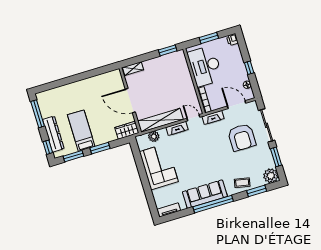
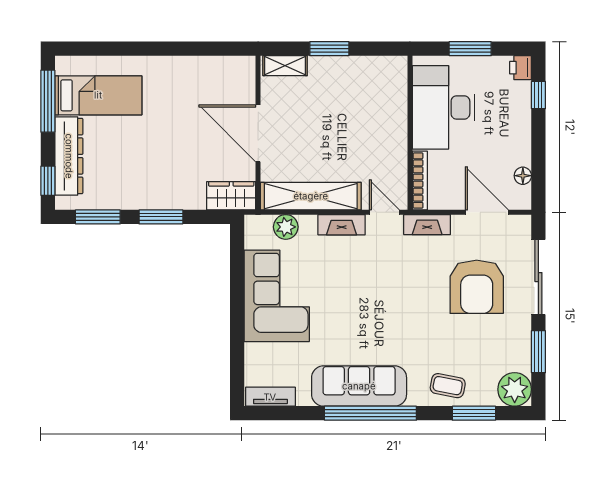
window: (168, 50) -> (329, 49), moved
window: (249, 68) -> (538, 95), moved
bed: (81, 131) -> (98, 95), moved, turned 90

